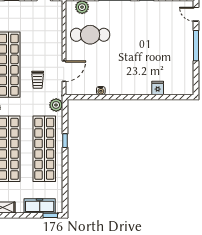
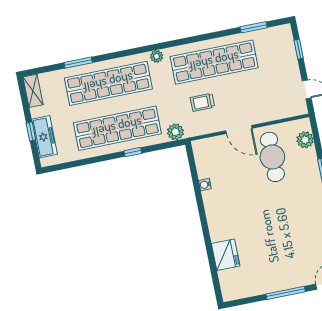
door: (64, 71) -> (239, 129), moved
fridge: (158, 88) -> (226, 255), width x1.88, depth x1.34
window: (50, 215) -> (31, 132), moved

